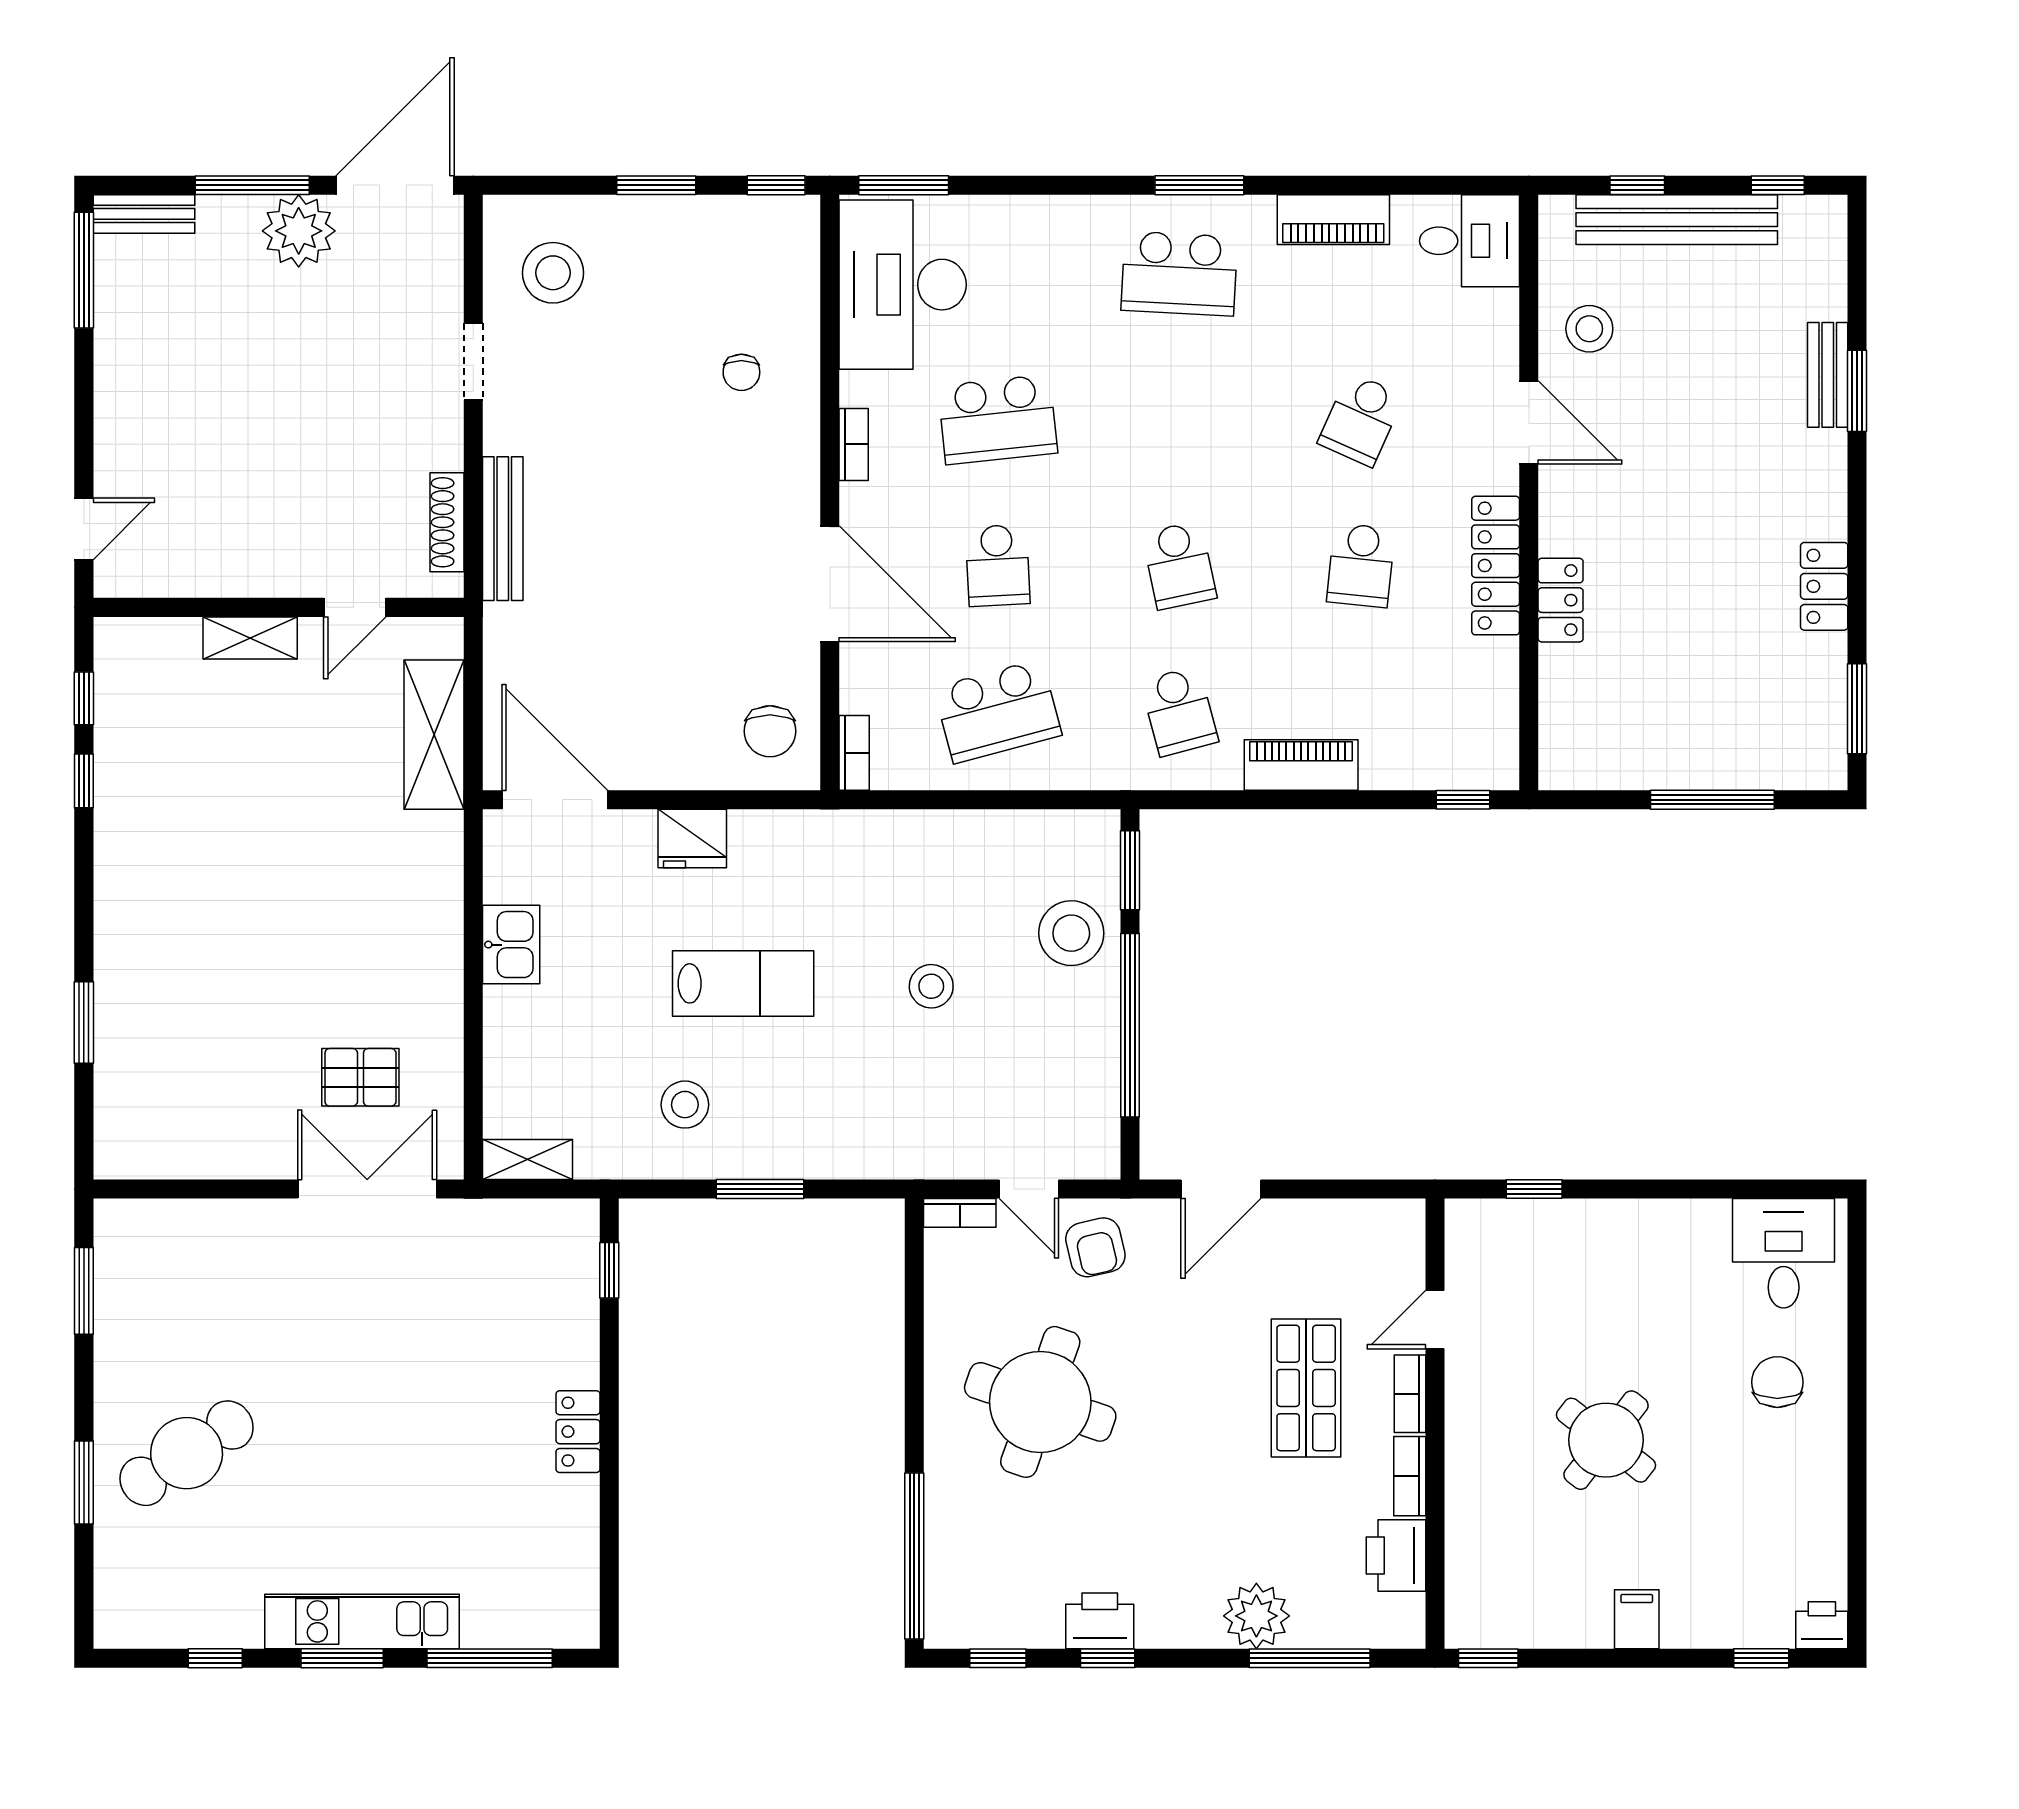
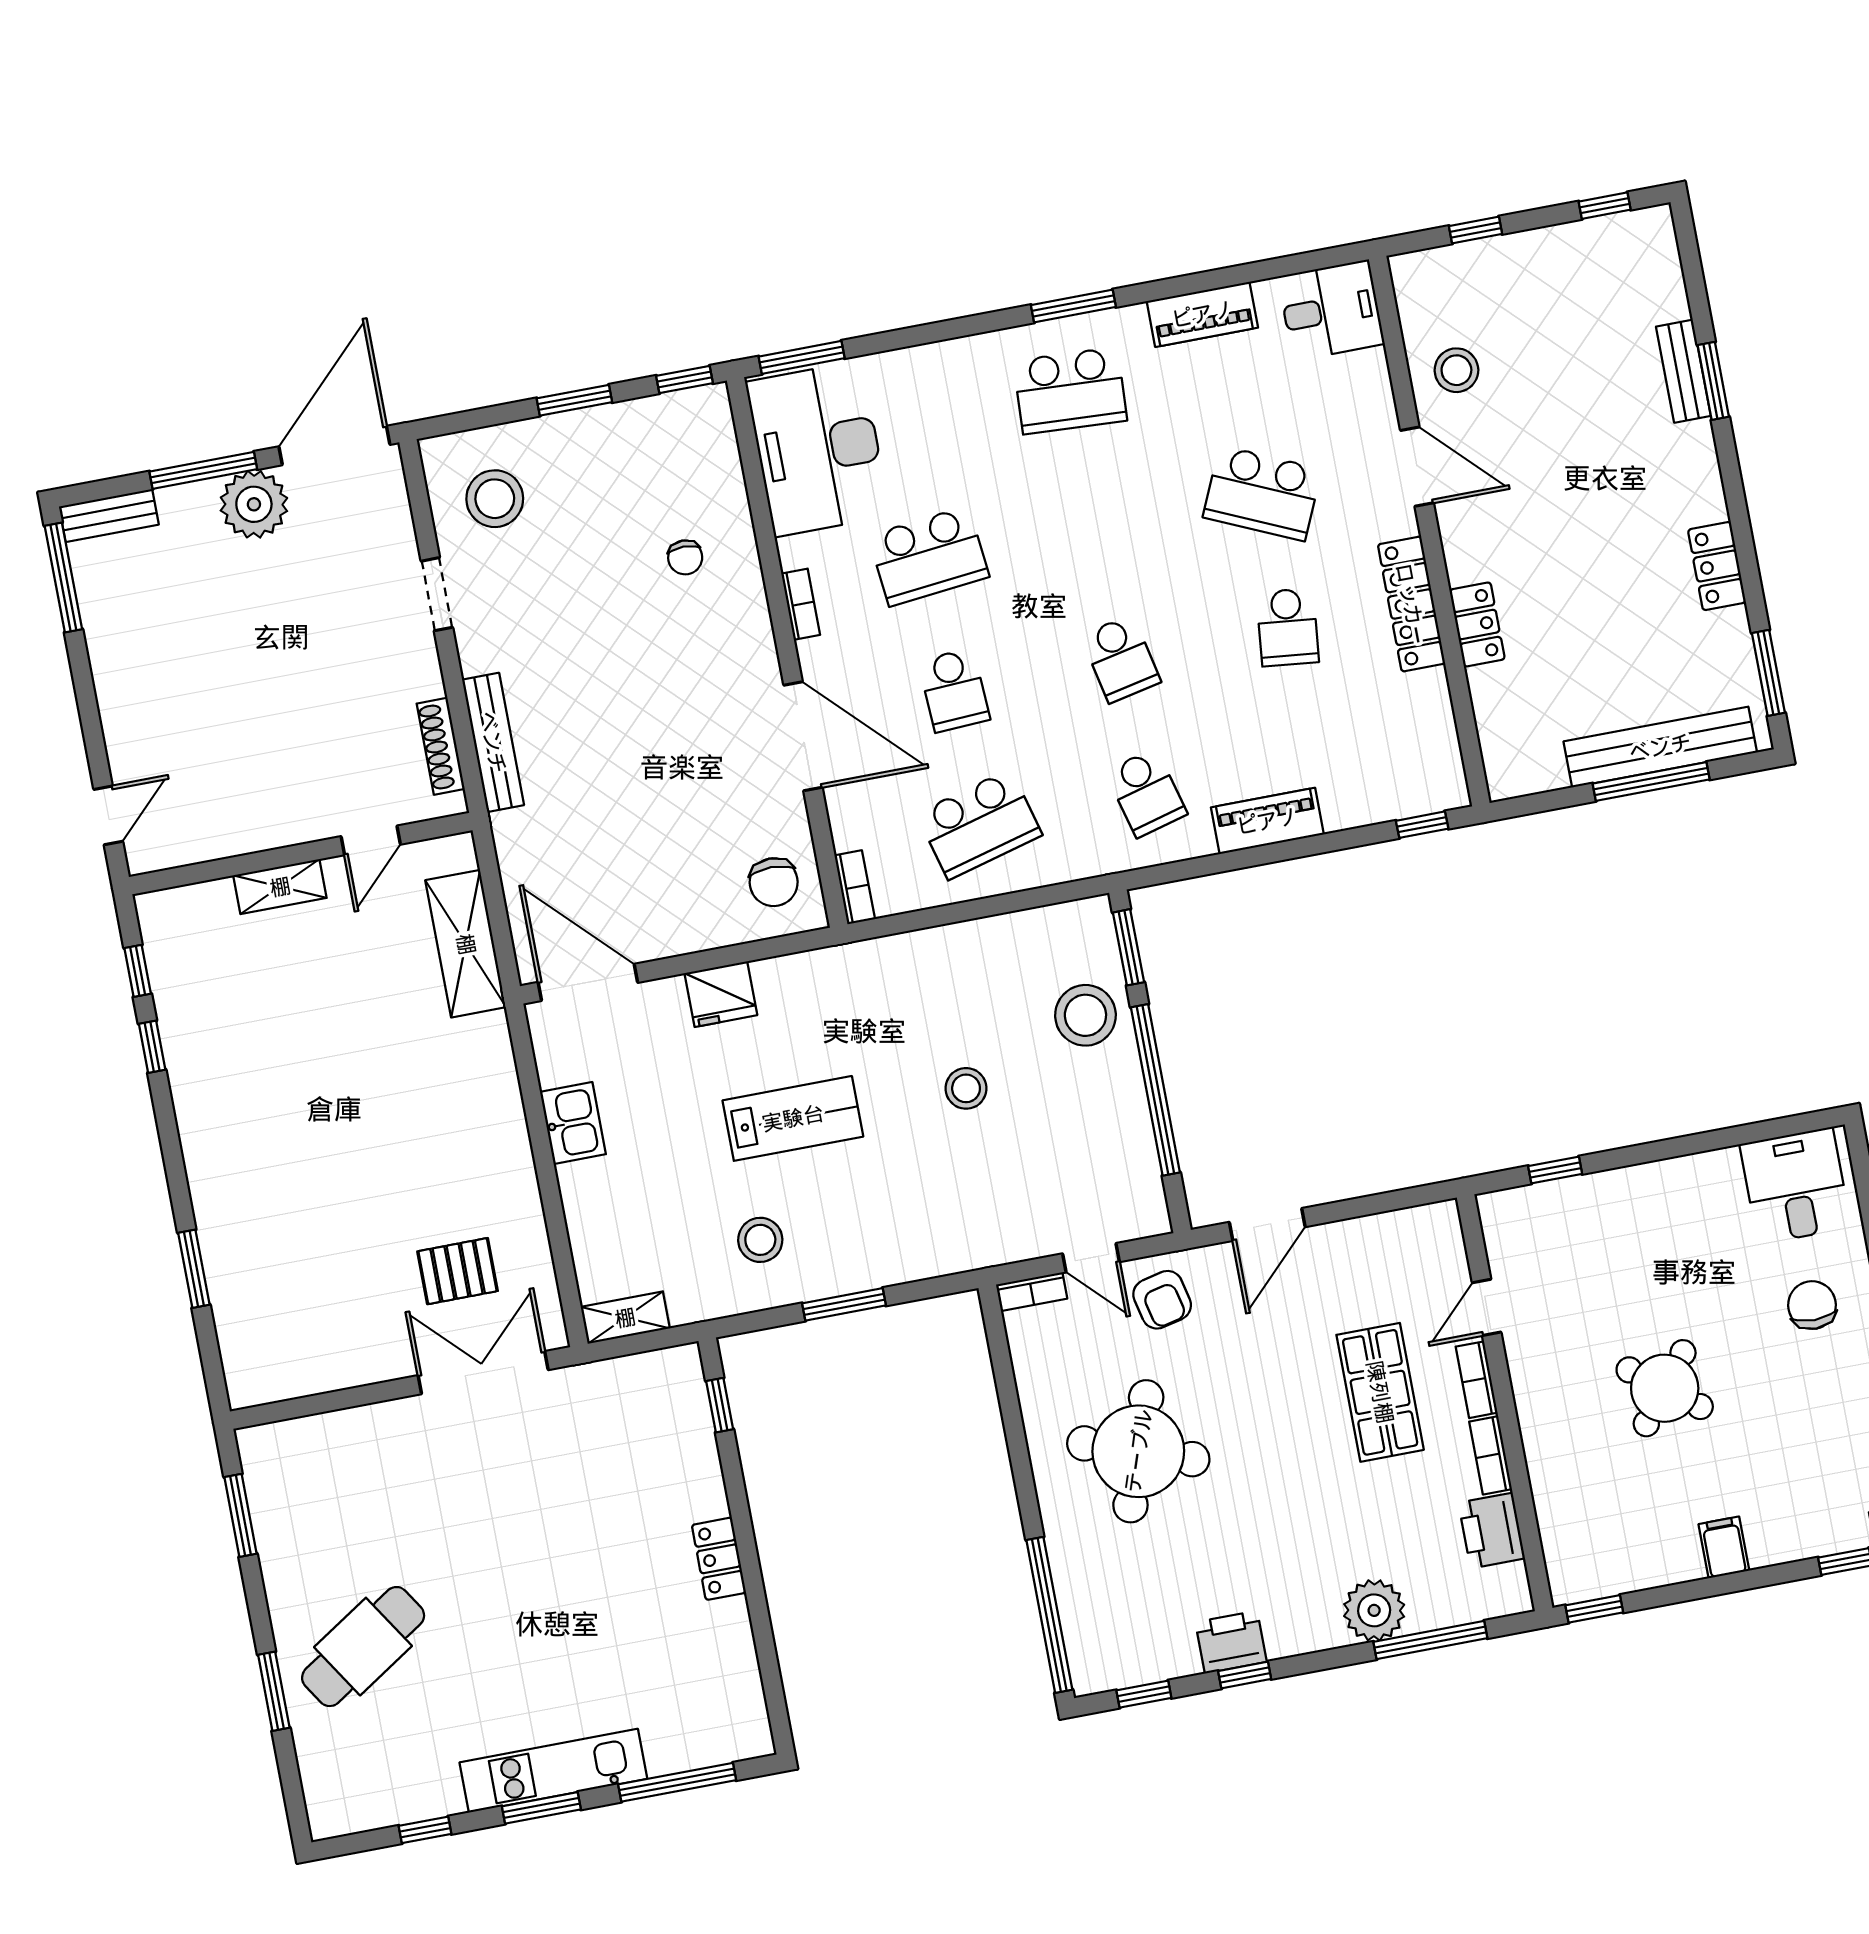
bench: (1677, 220) -> (1660, 747), moved
school desk: (1361, 419) -> (1262, 493), width x1.85

